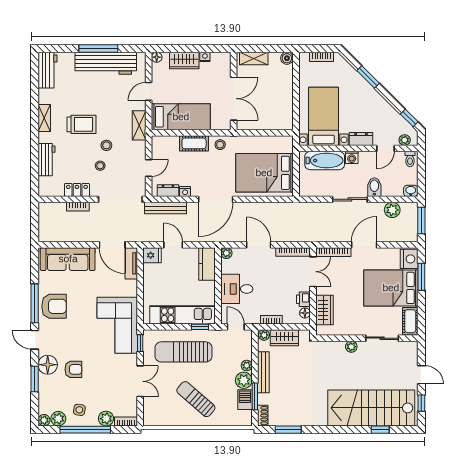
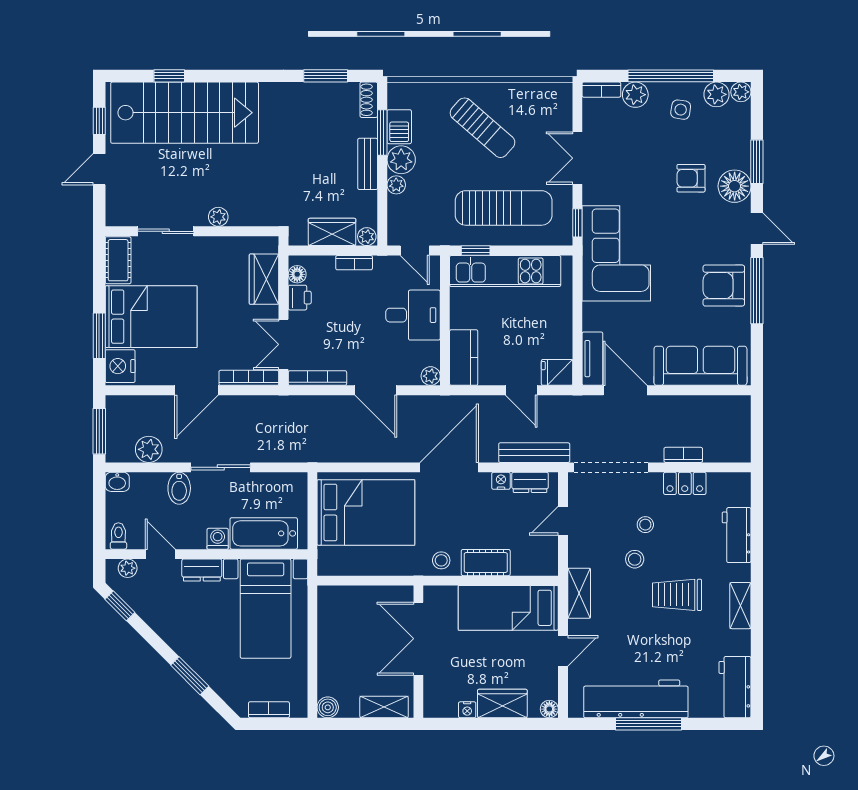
door: (385, 148) -> (160, 554), hinge flipped
bench: (263, 372) -> (368, 164), width x0.73
door: (421, 375) -> (99, 169), hinge flipped

